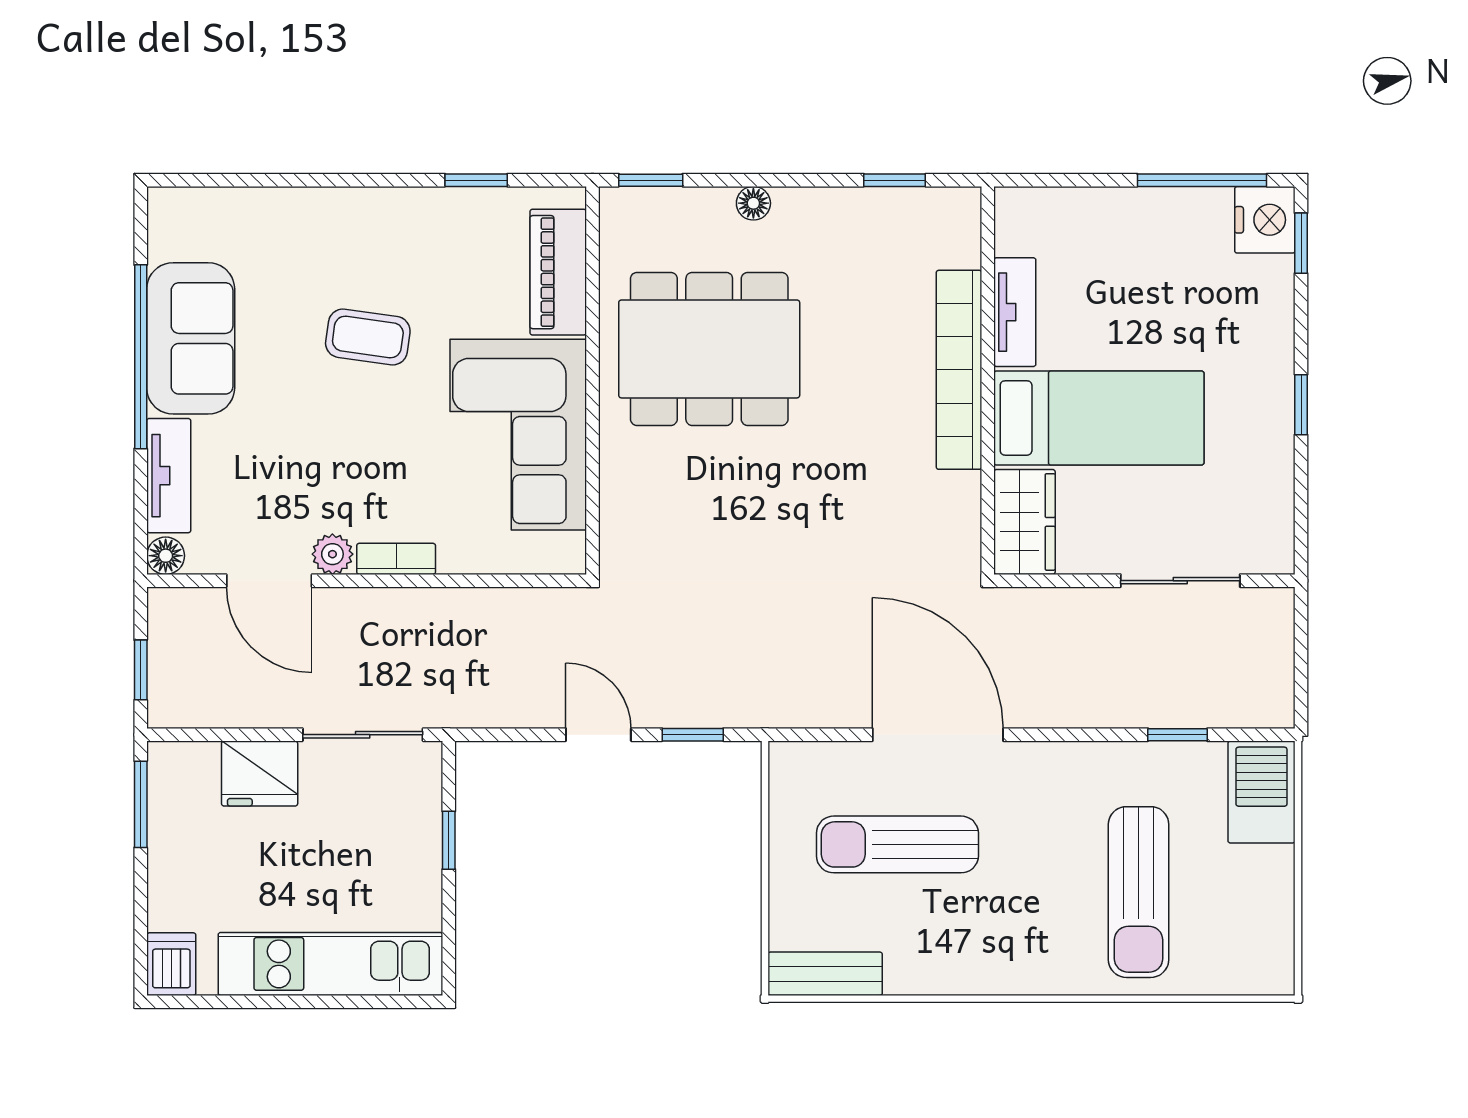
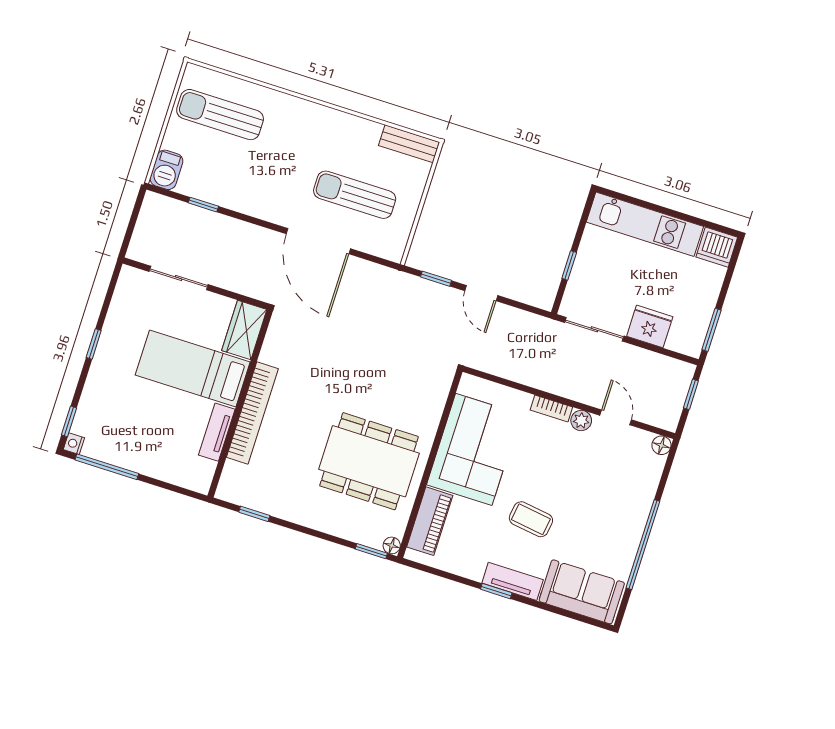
window: (476, 180) -> (496, 591), moved
floor lamp: (753, 203) -> (392, 545), moved
nightstand: (1265, 220) -> (74, 444), width x0.53, depth x0.56
sofa: (191, 338) -> (582, 592), moved, turned 90
tv unit: (169, 476) -> (513, 581), moved, turned 90
door: (269, 581) -> (616, 417), width x0.73
barbecue: (1261, 792) -> (166, 170), width x0.73, depth x0.79
sun lounger: (897, 844) -> (355, 195), turned 180
sun lounger: (1139, 892) -> (220, 115), moved, turned -90
dishwasher: (171, 964) -> (717, 247), width x1.38

